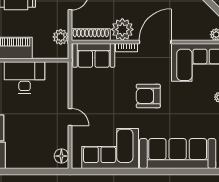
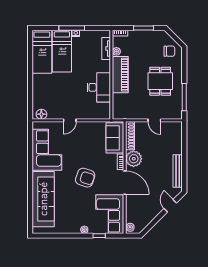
plant: (61, 37) -> (128, 114), removed
armchair: (148, 96) -> (85, 178), turned 108

